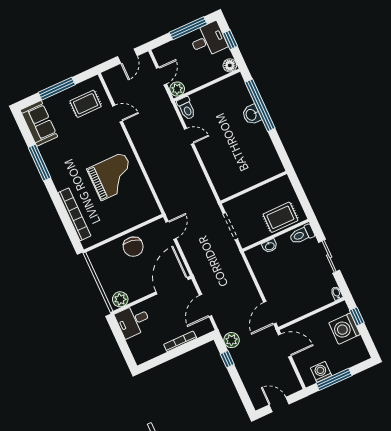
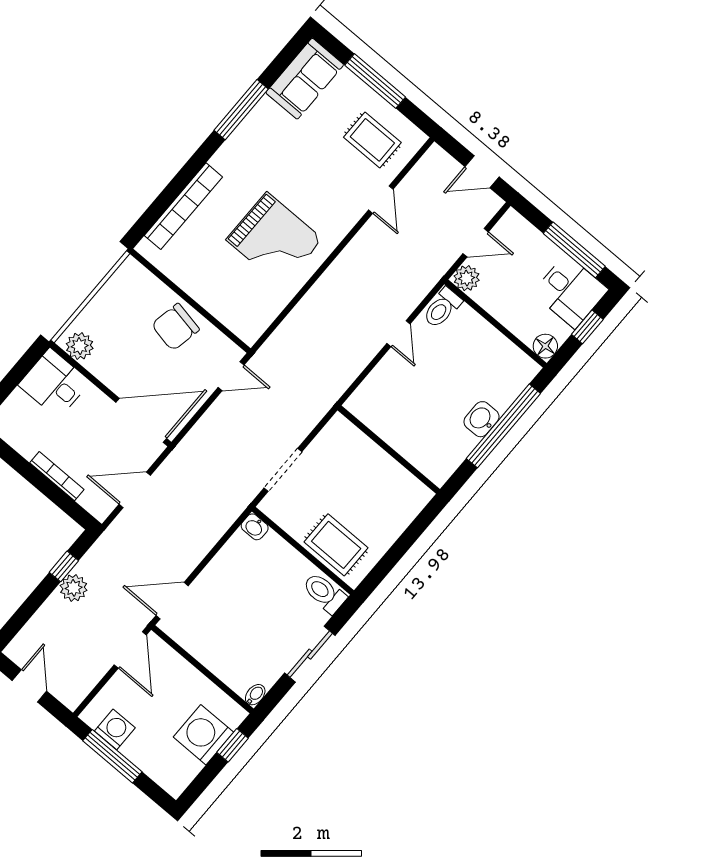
wall: (254, 187) -> (389, 450), moved
washbasin: (270, 246) -> (255, 527), moved
plant: (232, 340) -> (74, 588), moved

